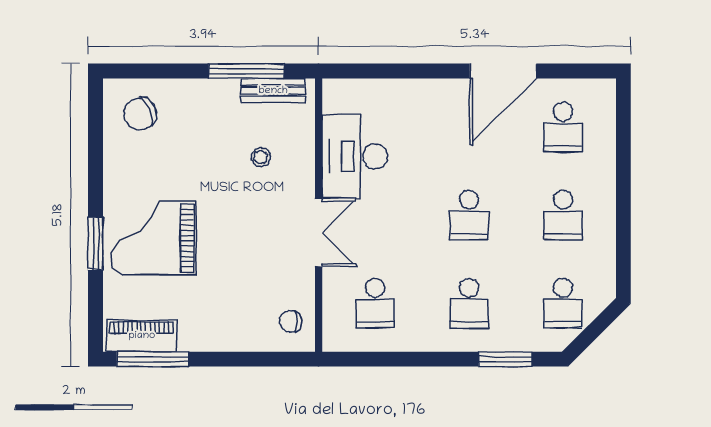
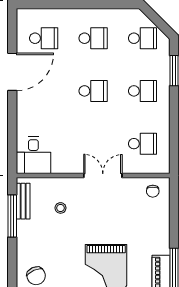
door: (503, 71) -> (12, 72), hinge flipped
desk: (355, 156) -> (33, 155), moved, width x0.73

